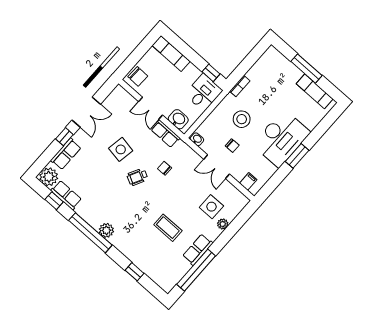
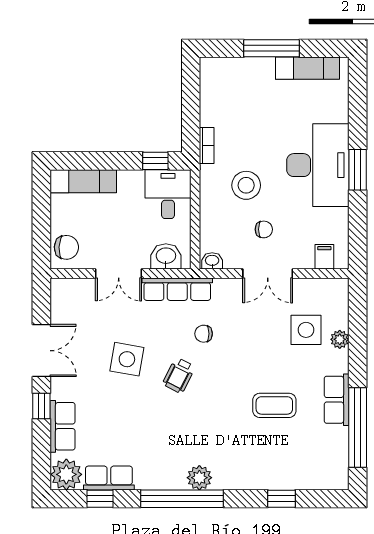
row of seats: (165, 134) -> (177, 289), width x1.48

